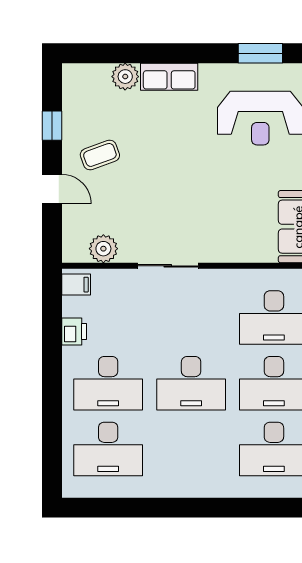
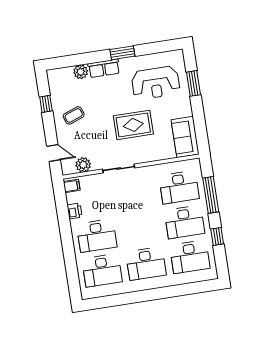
window: (260, 53) -> (122, 53), moved
door: (52, 189) -> (54, 153), moved
rug: (207, 190) -> (133, 125), added
desk: (191, 383) -> (146, 264), moved

